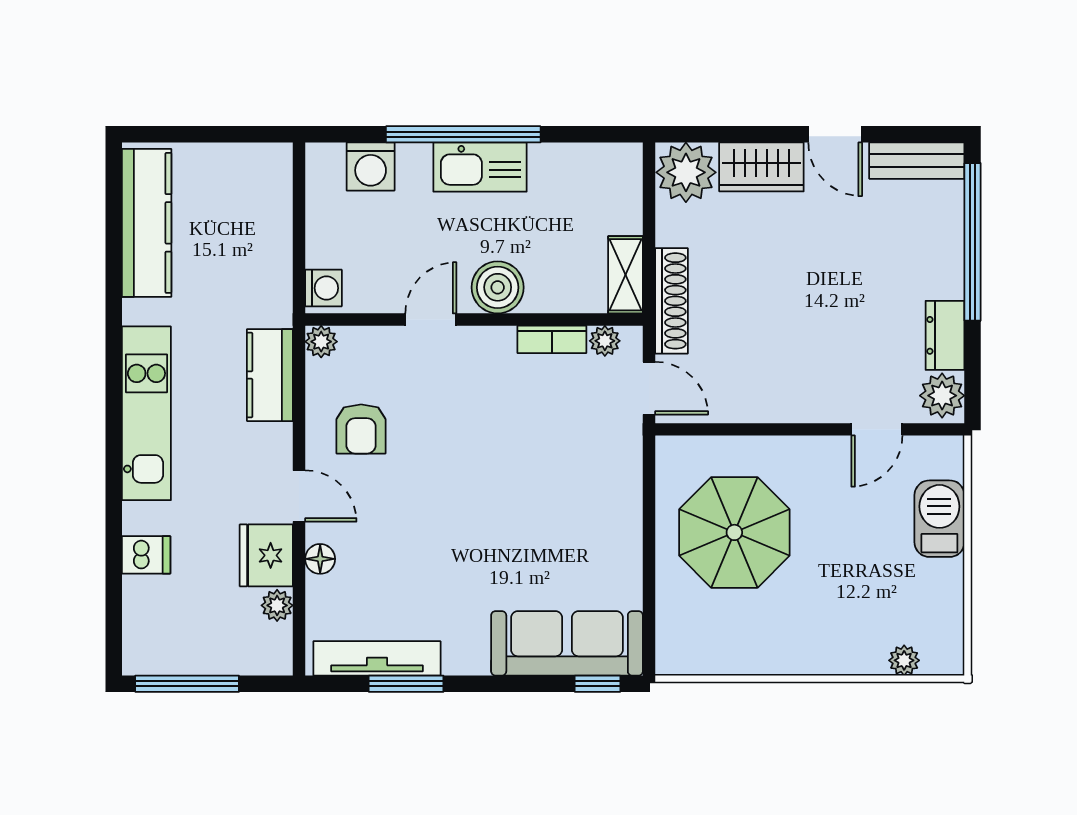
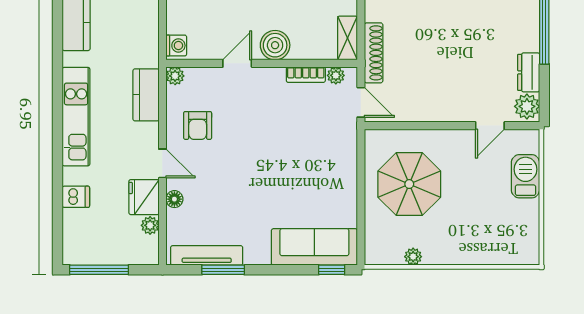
plant: (904, 660) -> (413, 257), moved

